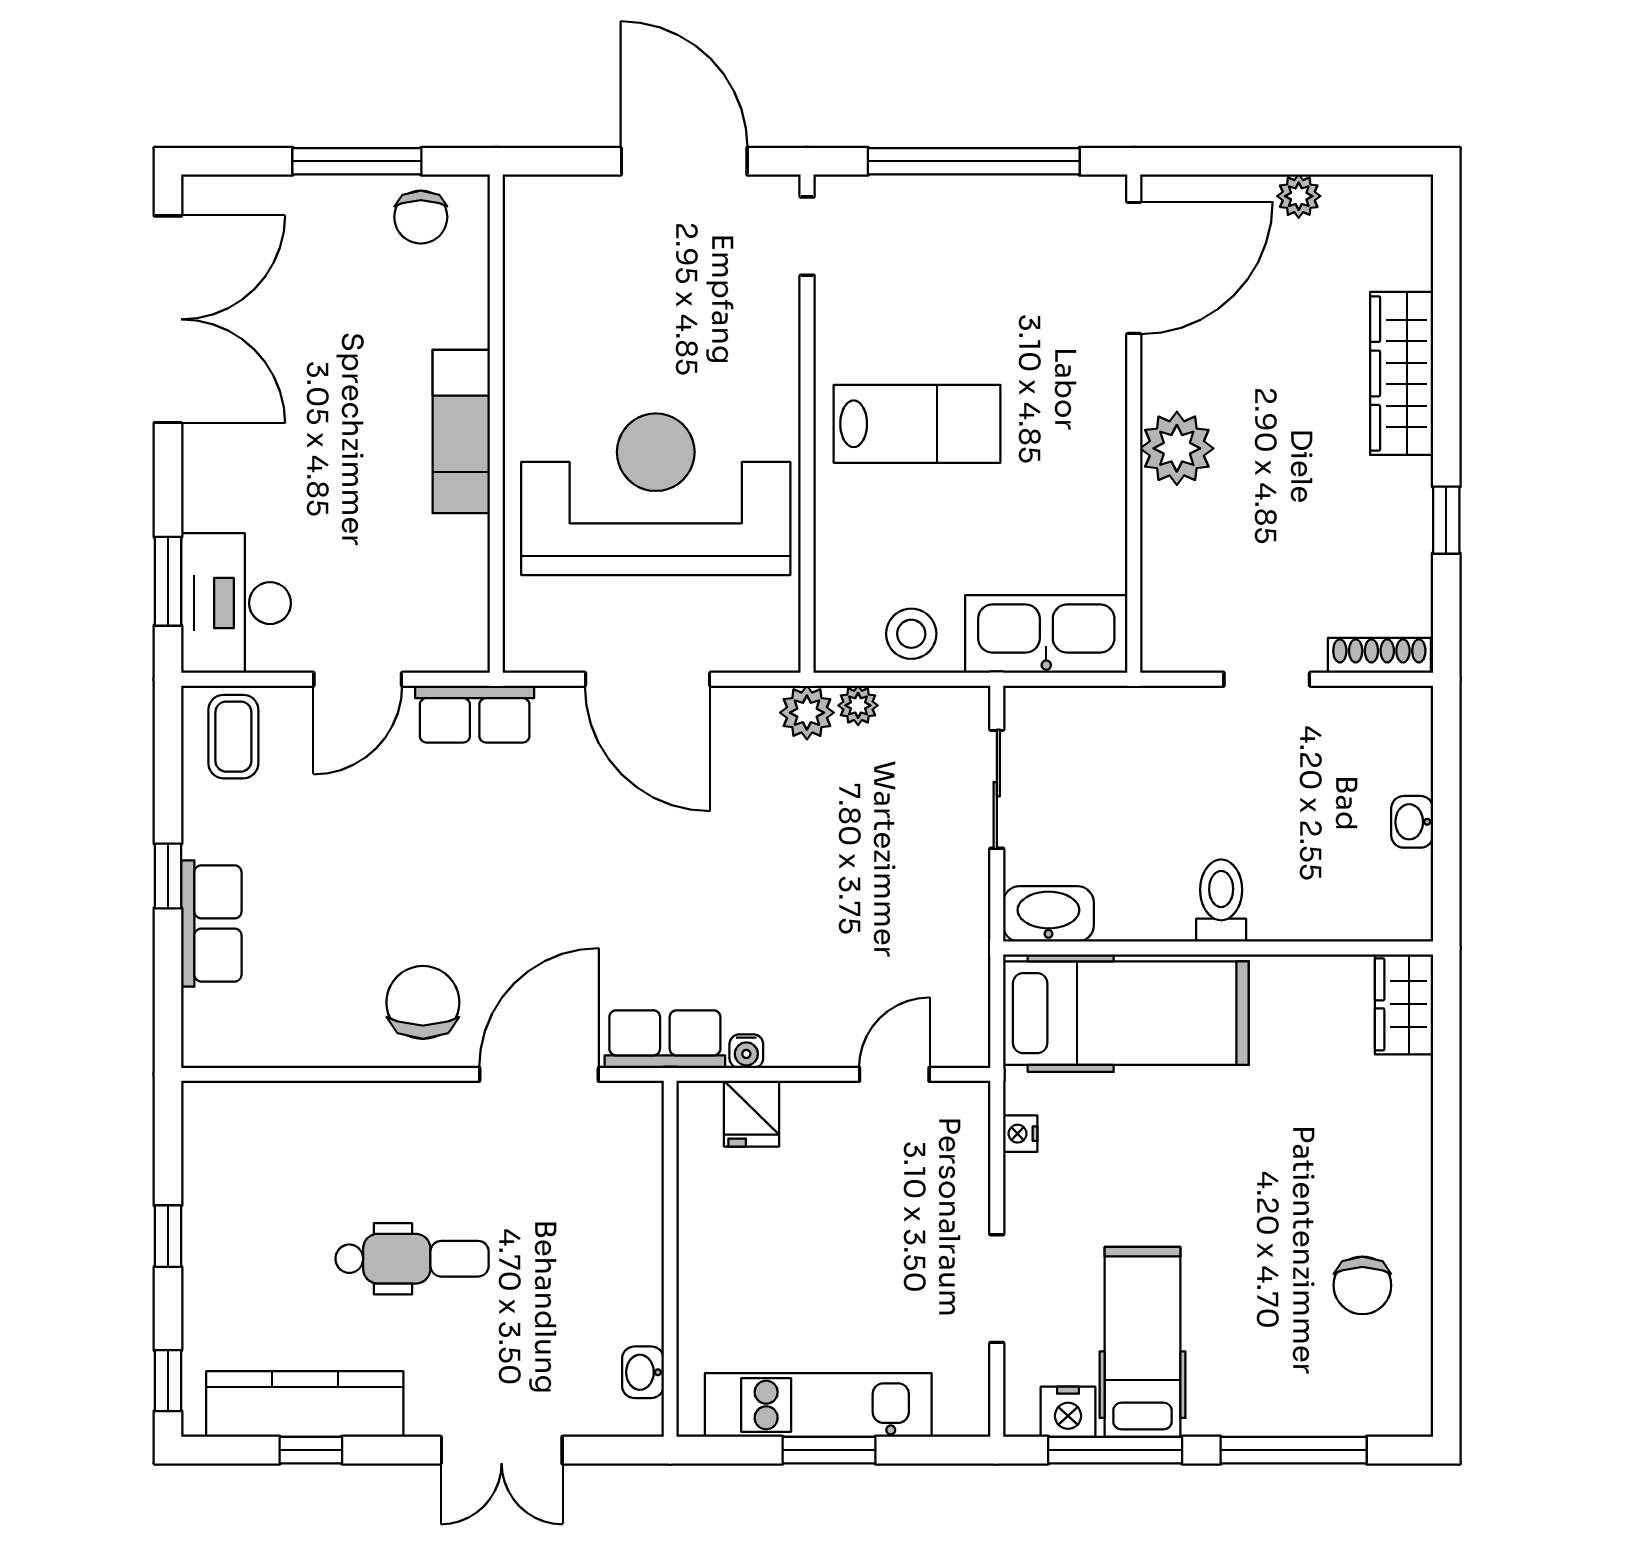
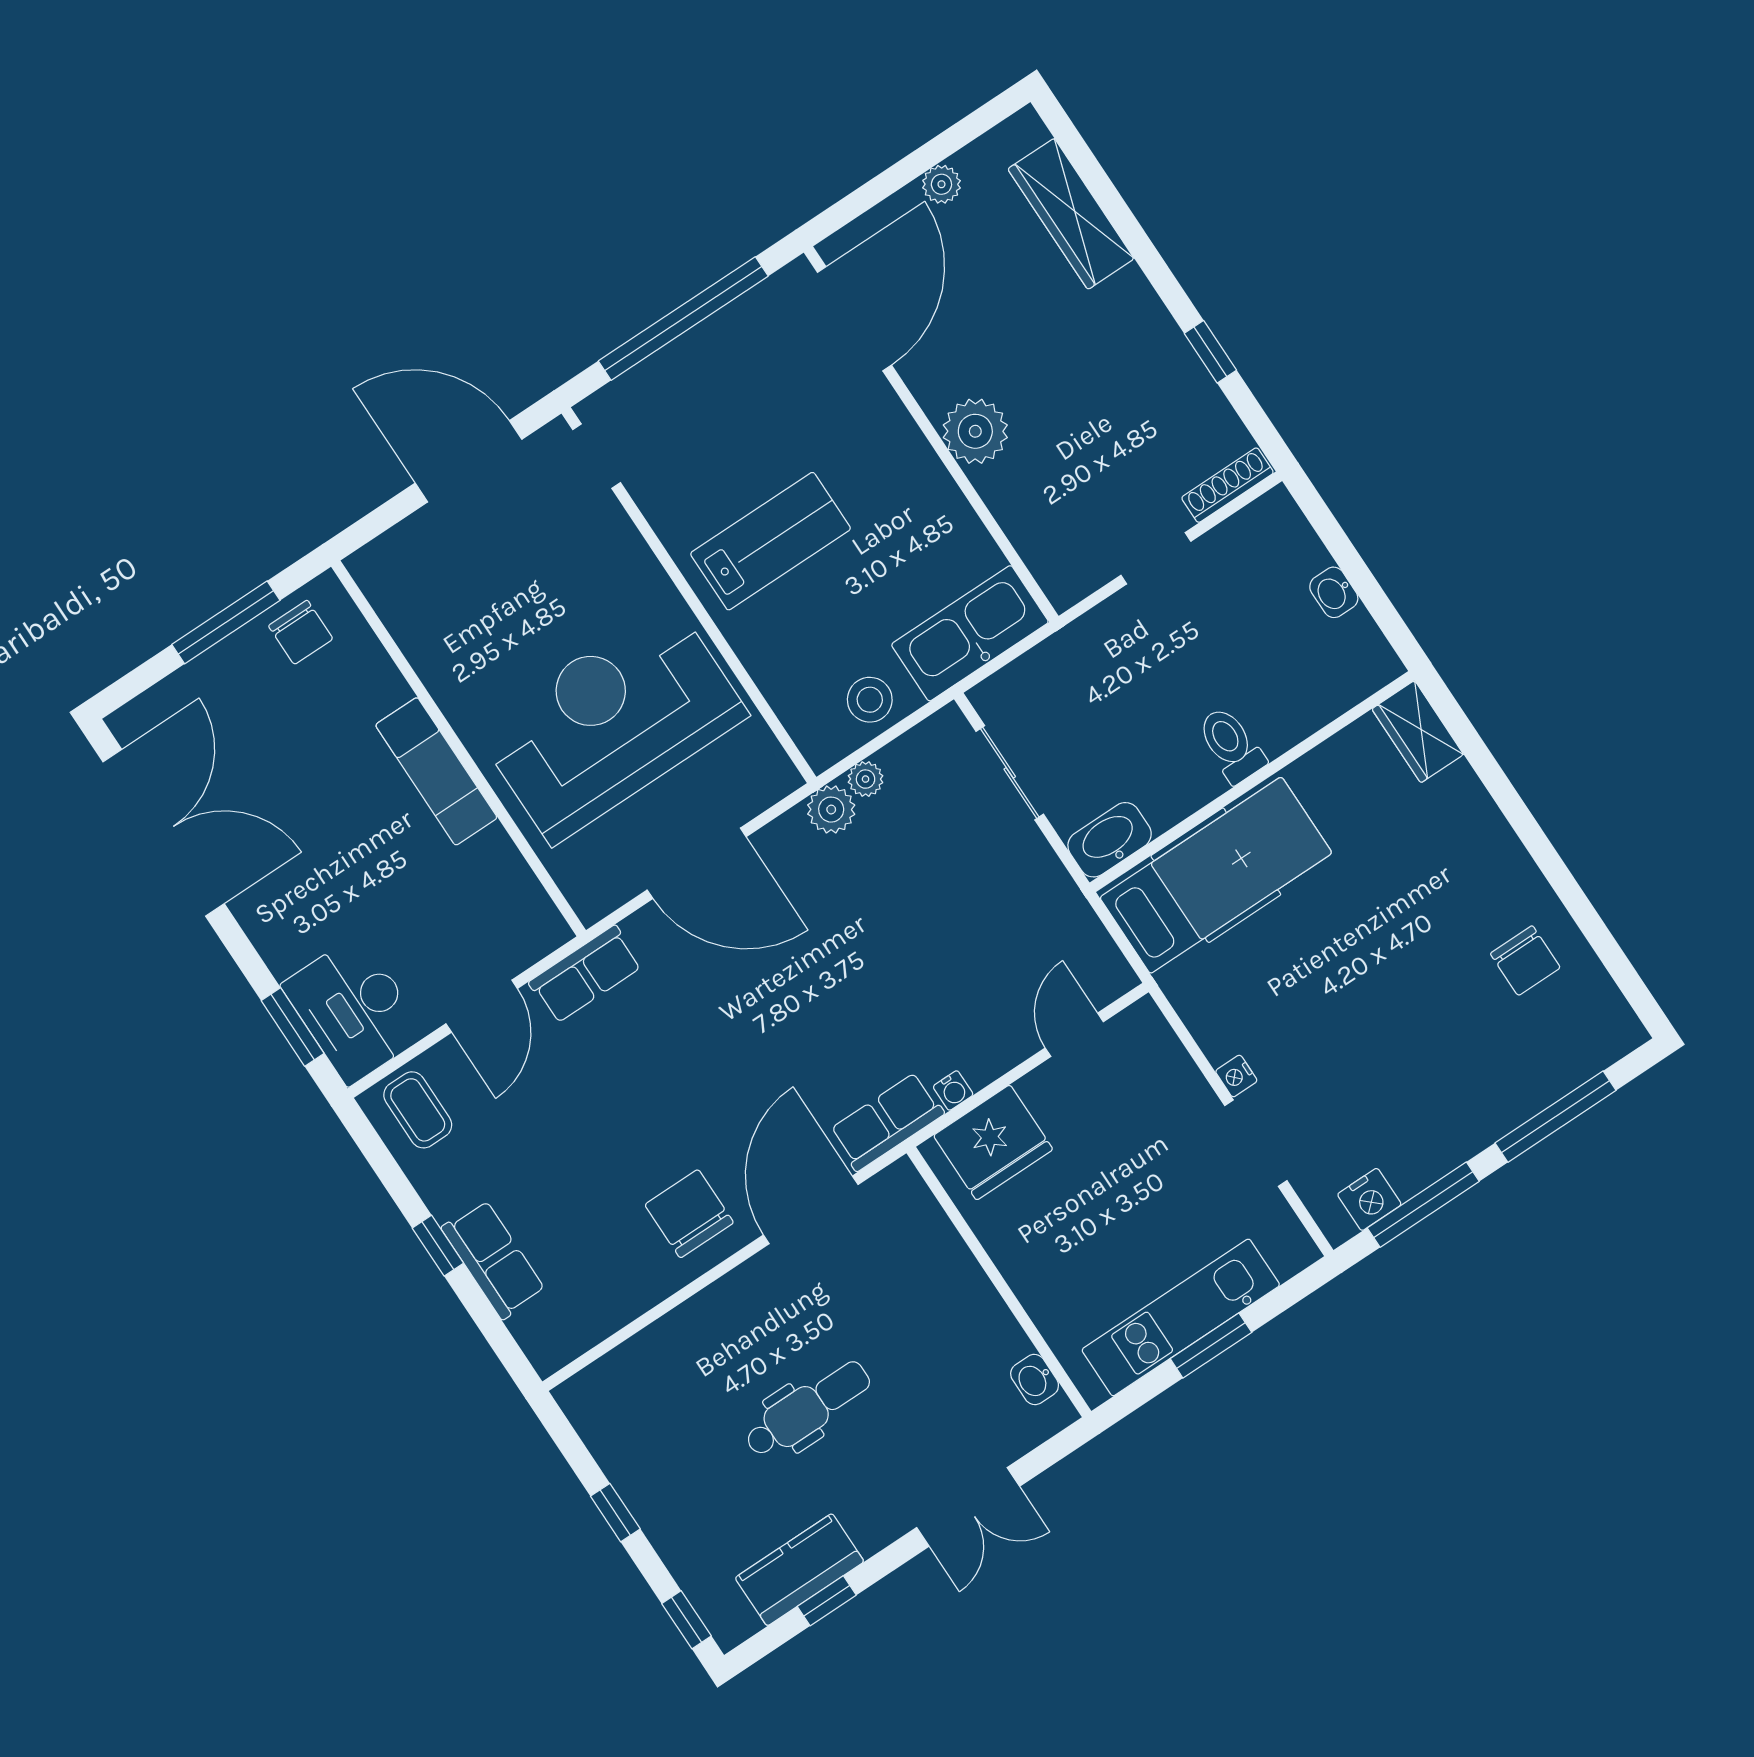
wardrobe: (1402, 373) -> (1071, 214), moved
fridge: (752, 1114) -> (993, 1142), width x1.88, depth x1.34
nightstand: (1020, 1134) -> (1236, 1076), moved
hospital bed: (1142, 1342) -> (1390, 1111), removed
kitchen counter: (305, 1404) -> (800, 1570), width x0.67

